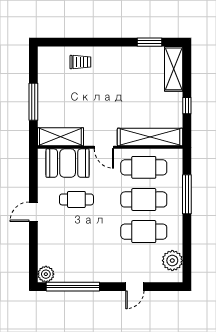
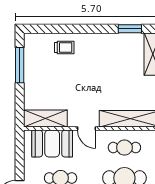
window: (33, 102) -> (20, 65), moved
cafe table: (144, 167) -> (124, 148), width x0.73, depth x0.74

